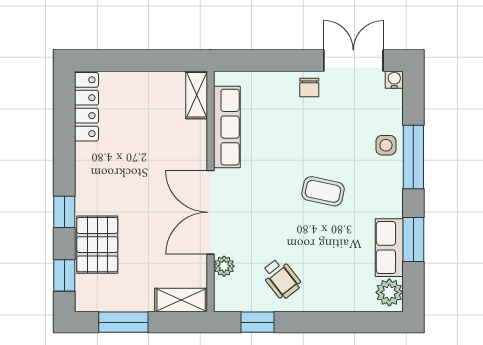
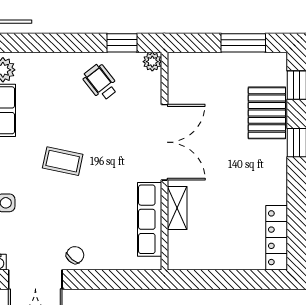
chair: (309, 88) -> (75, 255), turned 41
shelving: (197, 95) -> (177, 208), moved
plant: (224, 266) -> (152, 62), moved
shelving: (181, 300) -> (191, 63), removed

